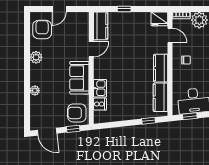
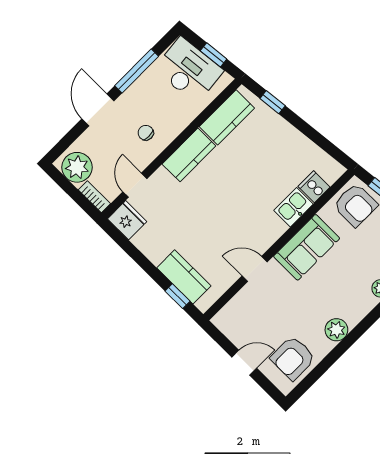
window: (124, 9) -> (177, 296), moved
kitchen counter: (101, 26) -> (184, 277), moved, turned 90

